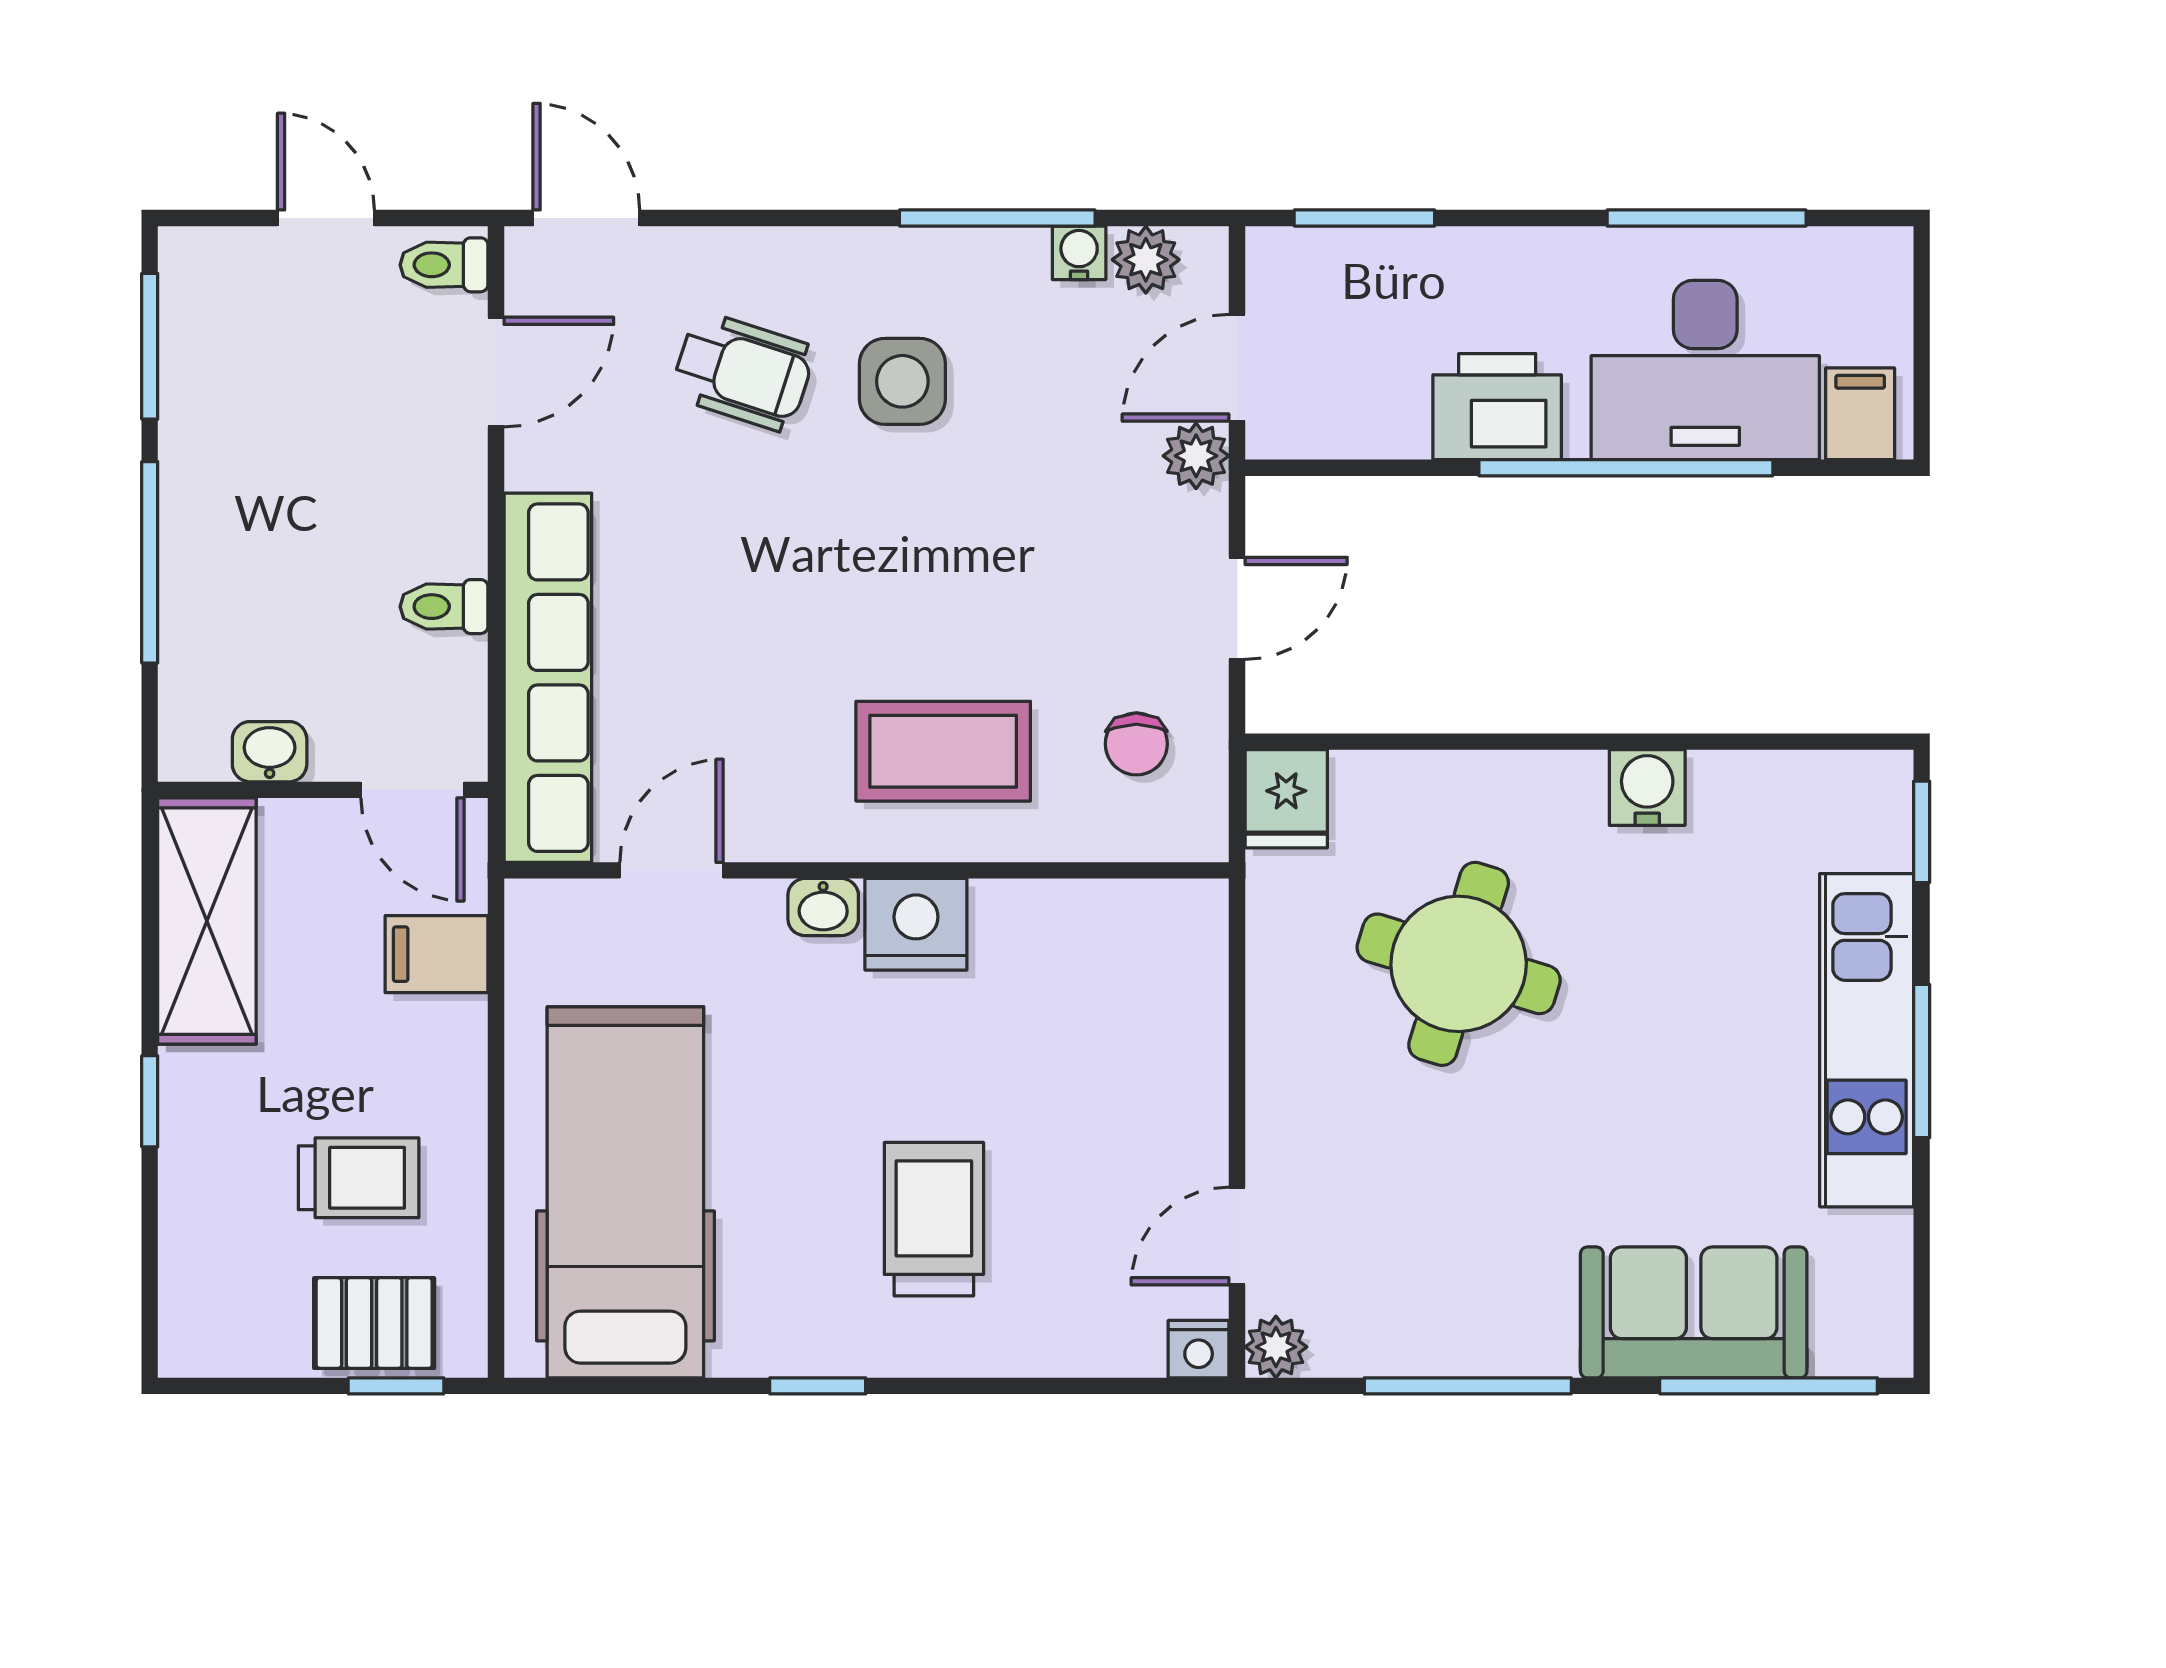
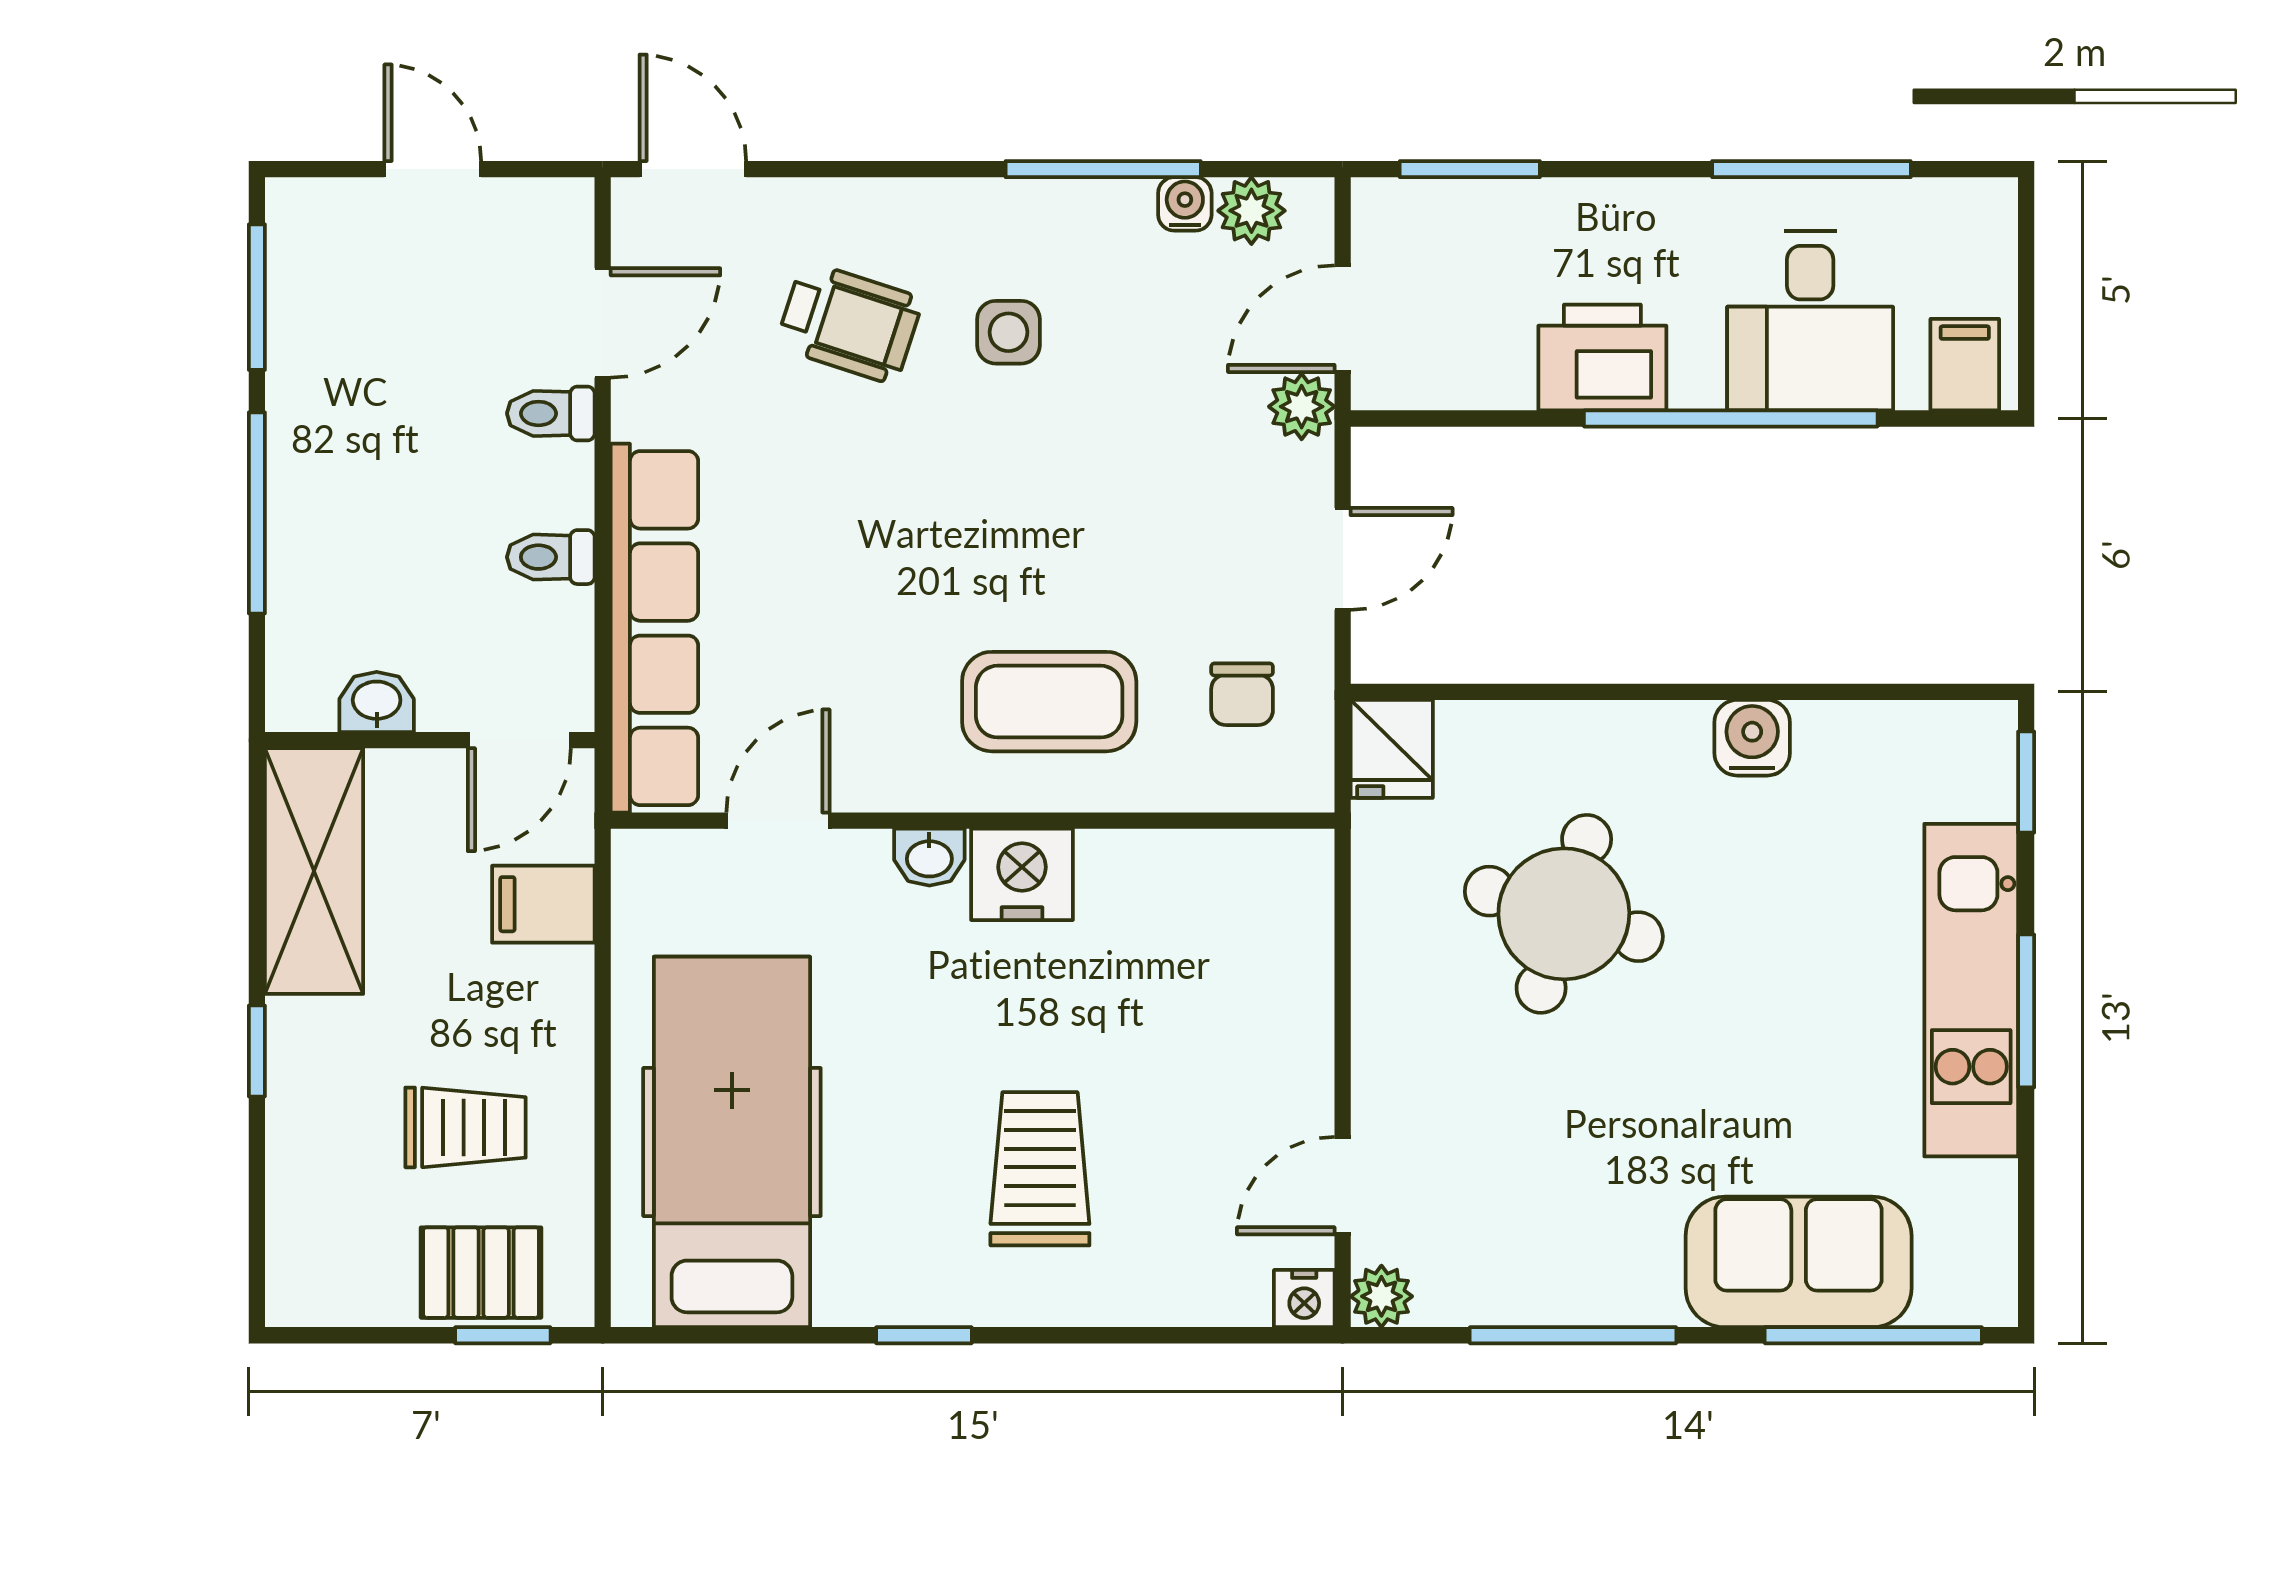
toilet: (444, 265) -> (551, 413), moved
desk: (1705, 370) -> (1810, 321), width x0.73
side table: (902, 381) -> (1008, 332), width x0.73, depth x0.73
door: (413, 790) -> (519, 740), hinge flipped

